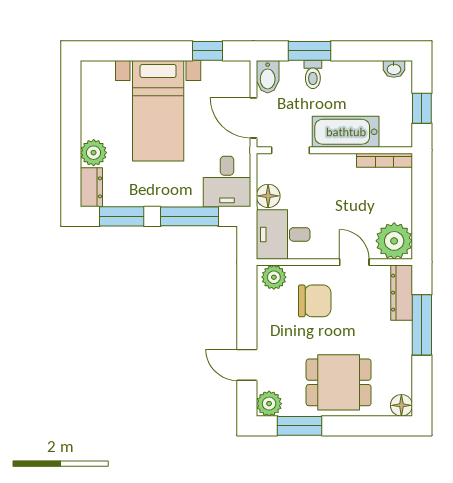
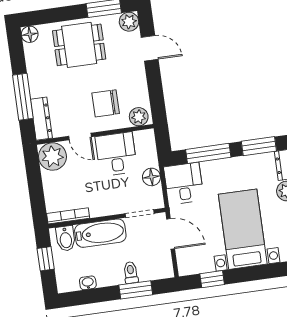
washbasin: (394, 69) -> (88, 283), moved
bidet: (268, 77) -> (66, 238), moved, turned 180
desk: (283, 234) -> (116, 154), moved, turned -90

